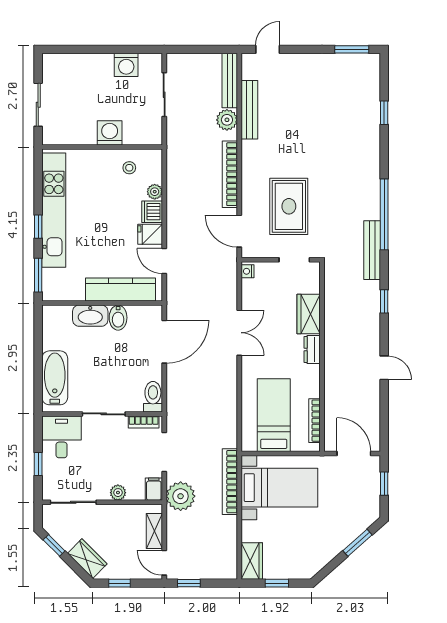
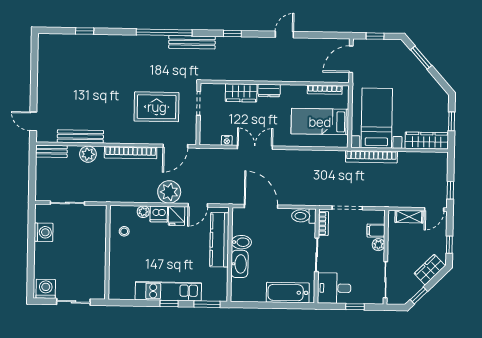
window: (352, 49) -> (34, 55), removed
bench: (230, 80) -> (51, 151), width x0.73
washing machine: (110, 133) -> (46, 289), moved, turned 90
kitchen unit: (54, 210) -> (168, 291), width x0.73
nightstand: (248, 271) -> (227, 140), moved
filing cabinet: (154, 489) -> (376, 231), moved
plant: (181, 496) -> (169, 192), moved
wardrobe: (252, 561) -> (427, 141), width x1.50

